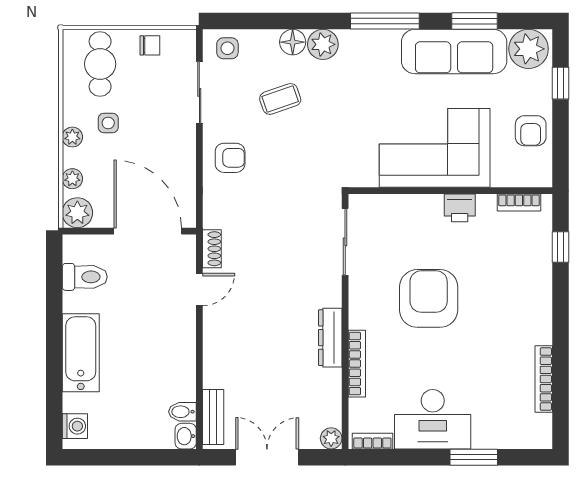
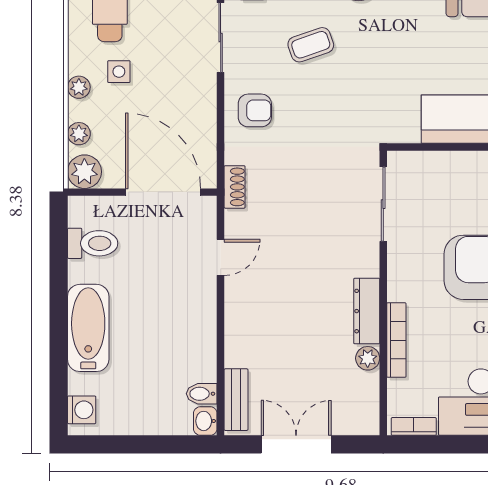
shoe rack: (212, 249) -> (235, 187), moved
plant: (331, 438) -> (368, 358), moved

